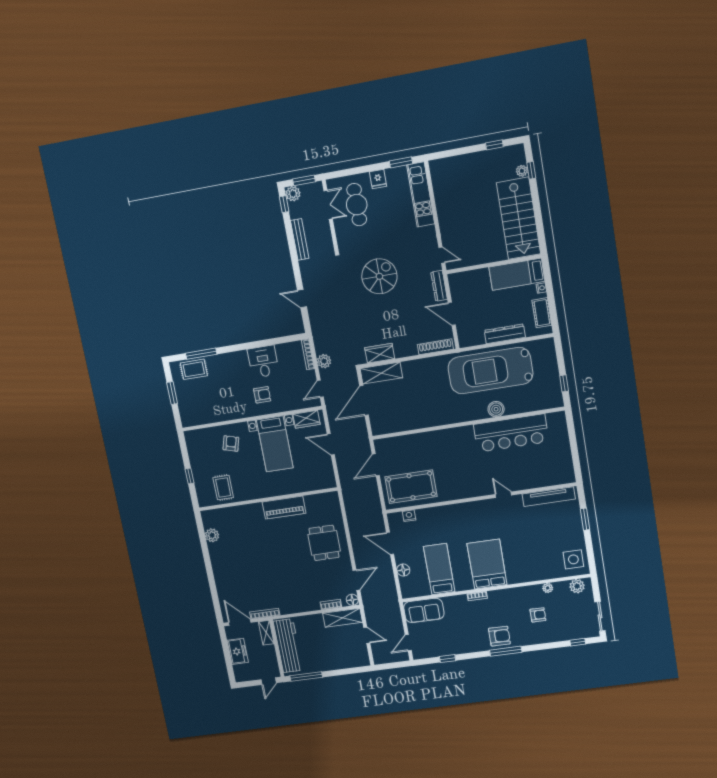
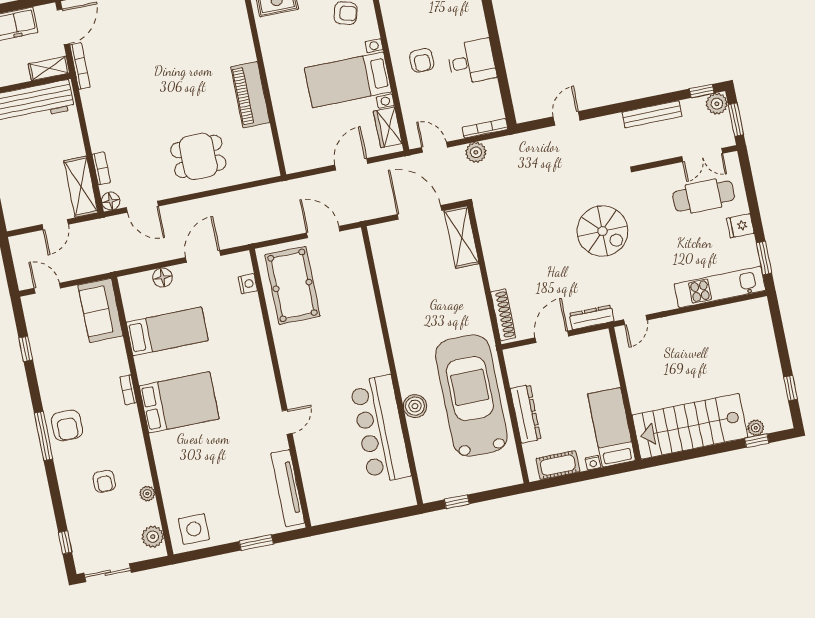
wardrobe: (380, 353) -> (491, 234), removed

